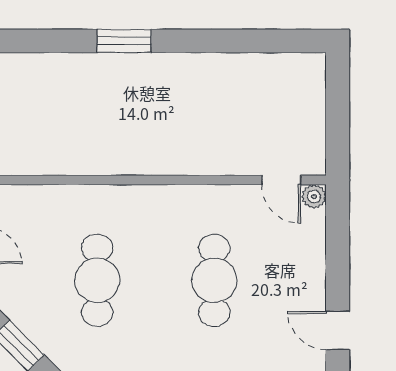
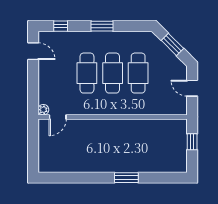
door: (281, 180) -> (58, 117), swing flipped
cafe table: (156, 280) -> (113, 73), added

